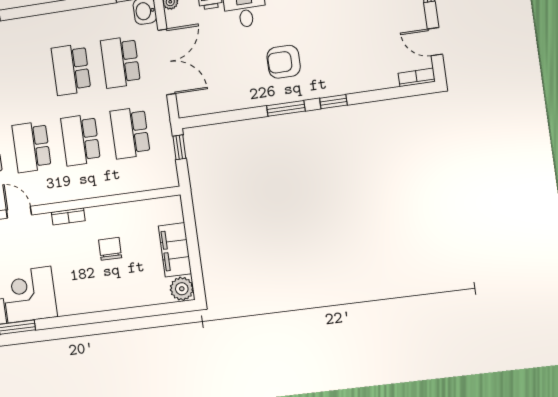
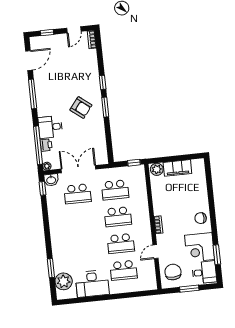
armchair: (284, 62) -> (81, 108), turned -52
school desk: (71, 69) -> (80, 221), removed
window: (179, 147) -> (134, 163), moved
chair: (110, 249) -> (201, 218), moved
plant: (182, 289) -> (157, 169), moved

